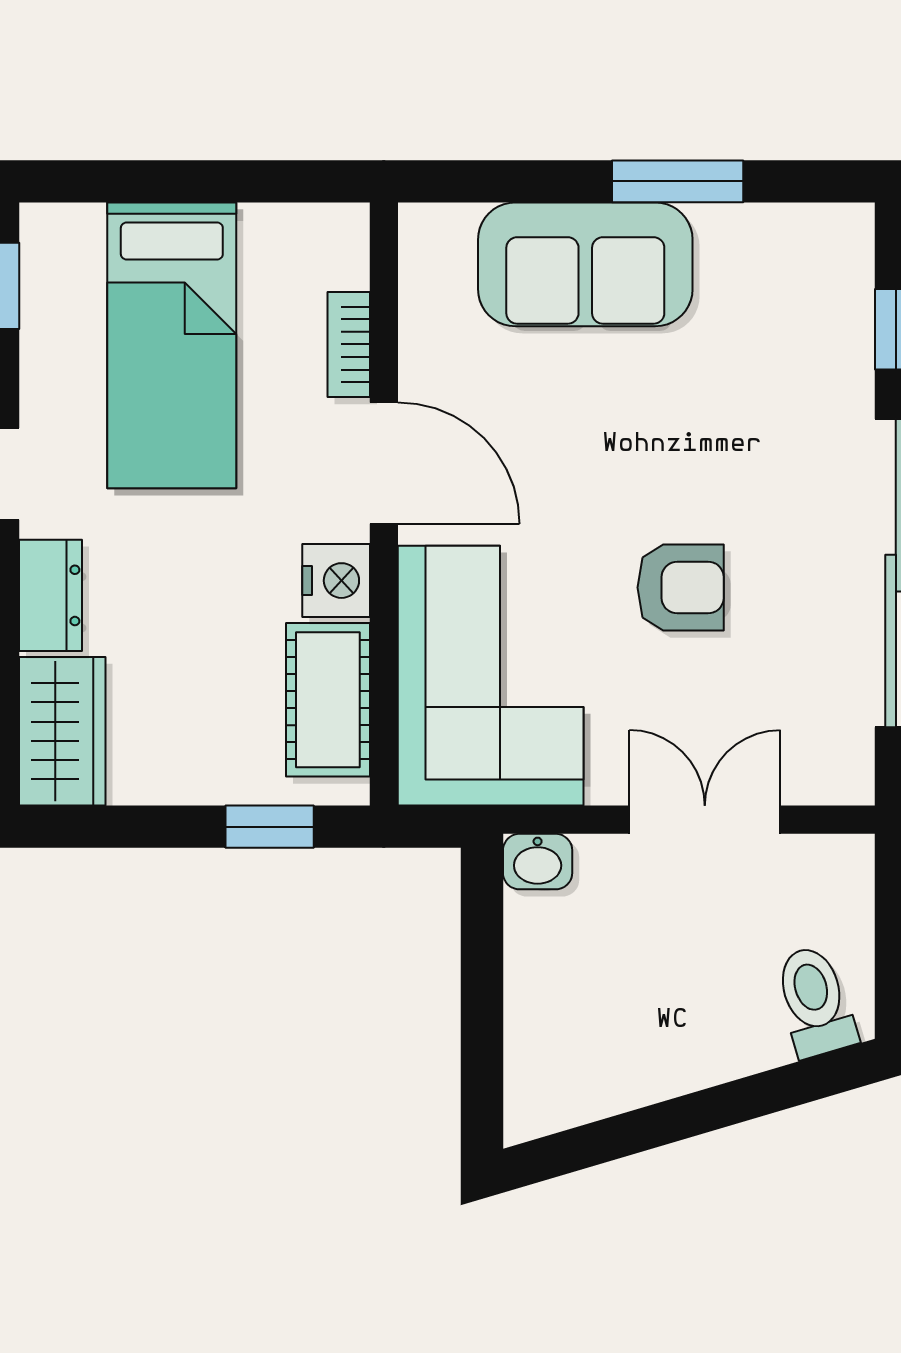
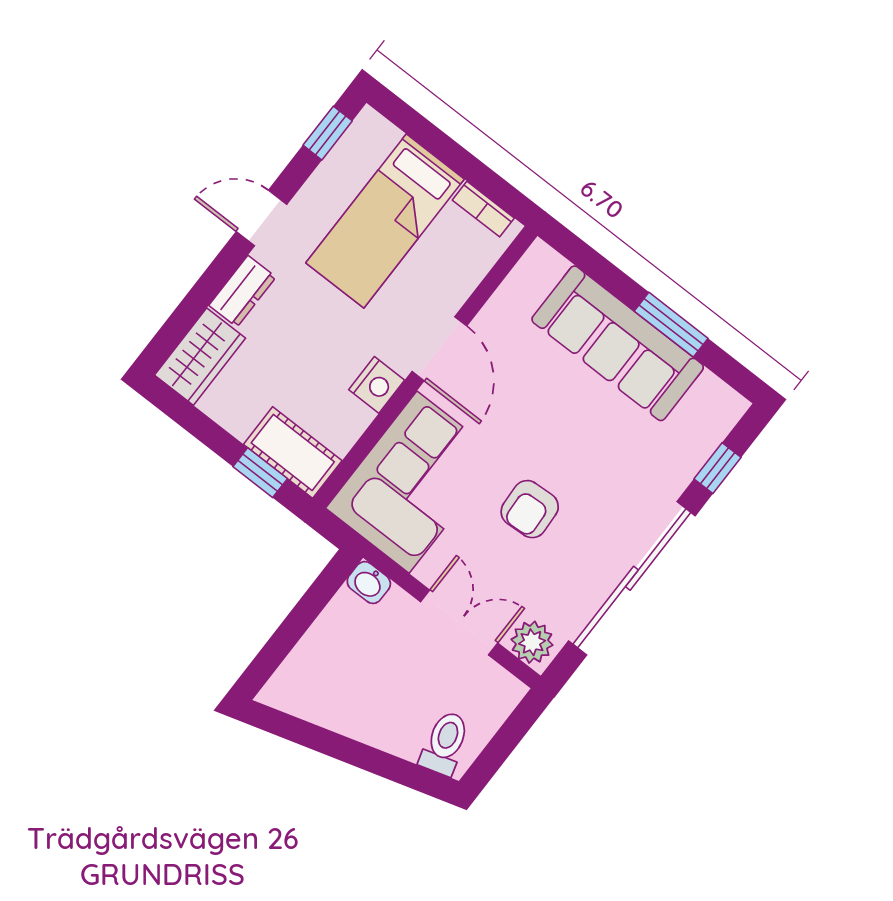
sofa: (585, 264) -> (618, 343), width x1.36
bookcase: (349, 344) -> (483, 209), moved, turned -90
armchair: (681, 588) -> (530, 509), turned 87
cot: (328, 700) -> (293, 452), moved, turned 90
plant: (827, 769) -> (532, 642), added

